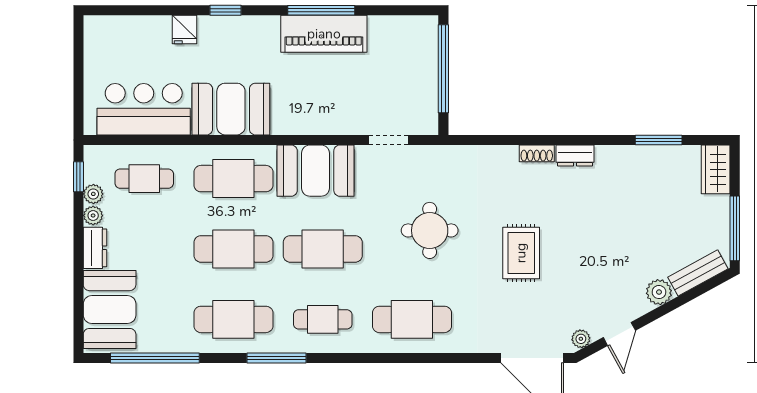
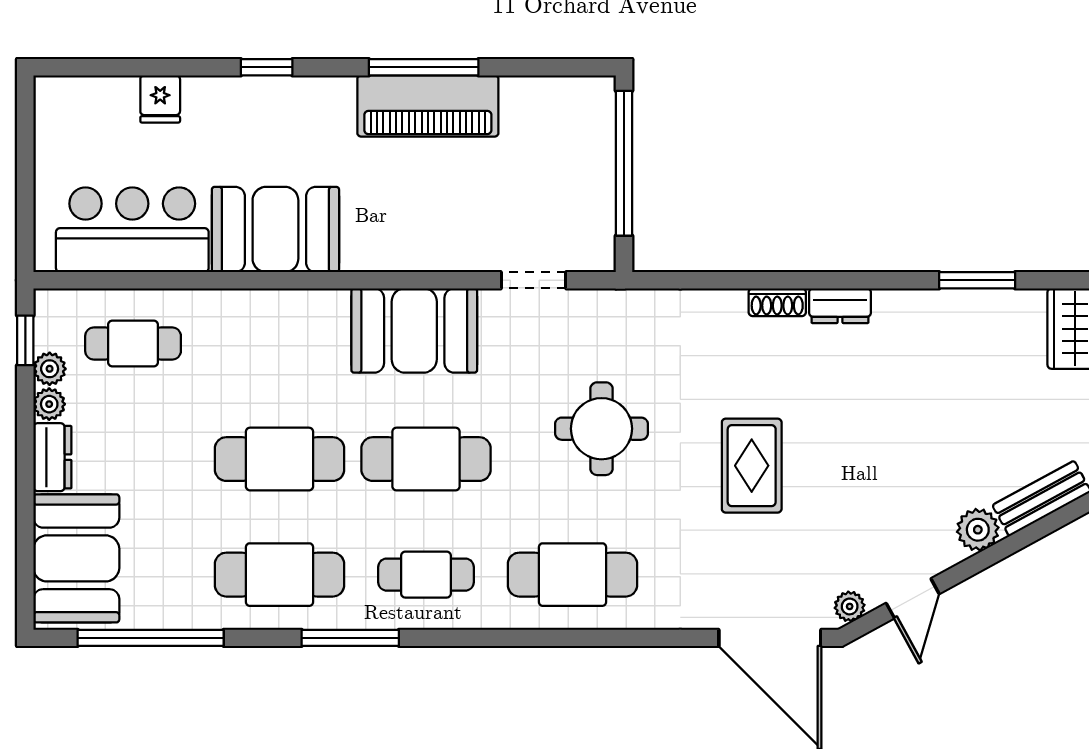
fridge: (184, 30) -> (160, 99), moved
cafe table: (233, 179) -> (280, 344), removed

